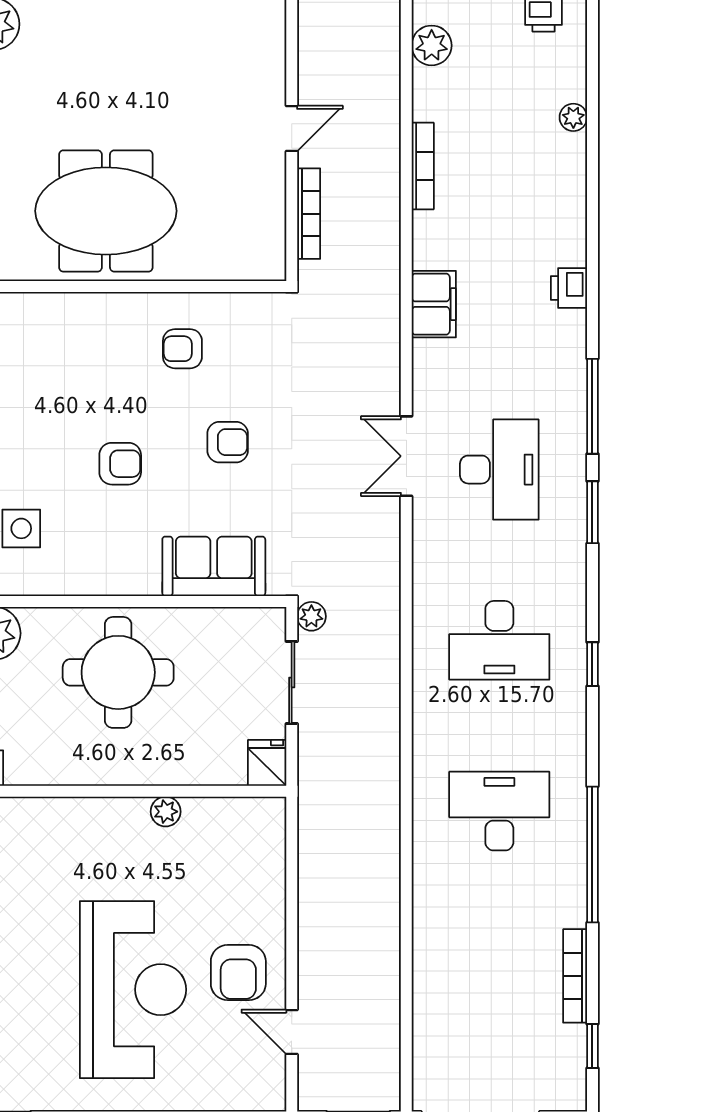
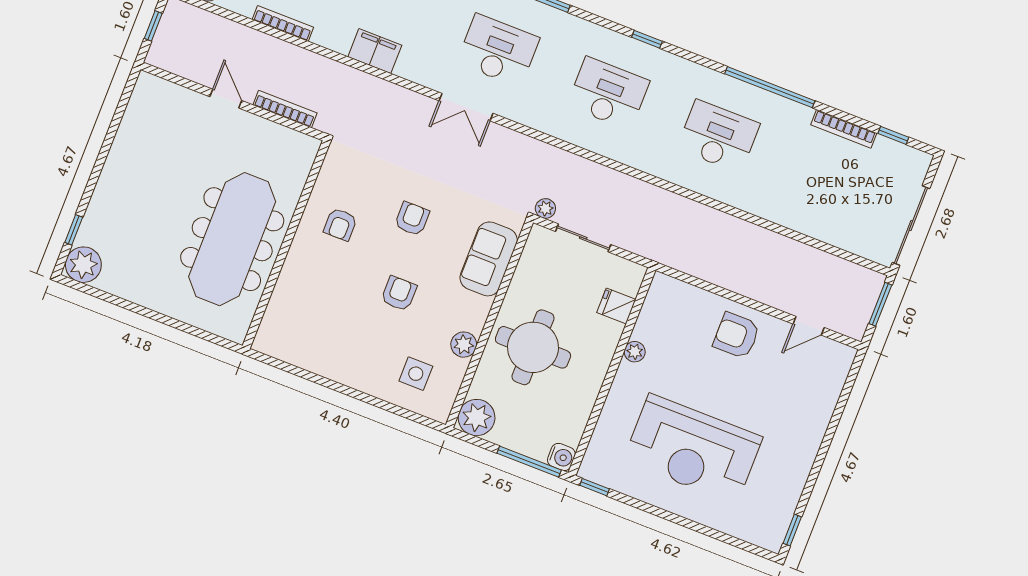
meeting table: (106, 211) -> (232, 239), width x1.36
plant: (86, 578) -> (464, 345), added
desk: (499, 640) -> (608, 93), turned -90
fridge: (267, 763) -> (616, 306), moved
desk: (499, 811) -> (718, 136), turned 90
armchair: (238, 973) -> (736, 335), moved, turned 180
reception desk: (133, 990) -> (693, 449), moved, turned 180

